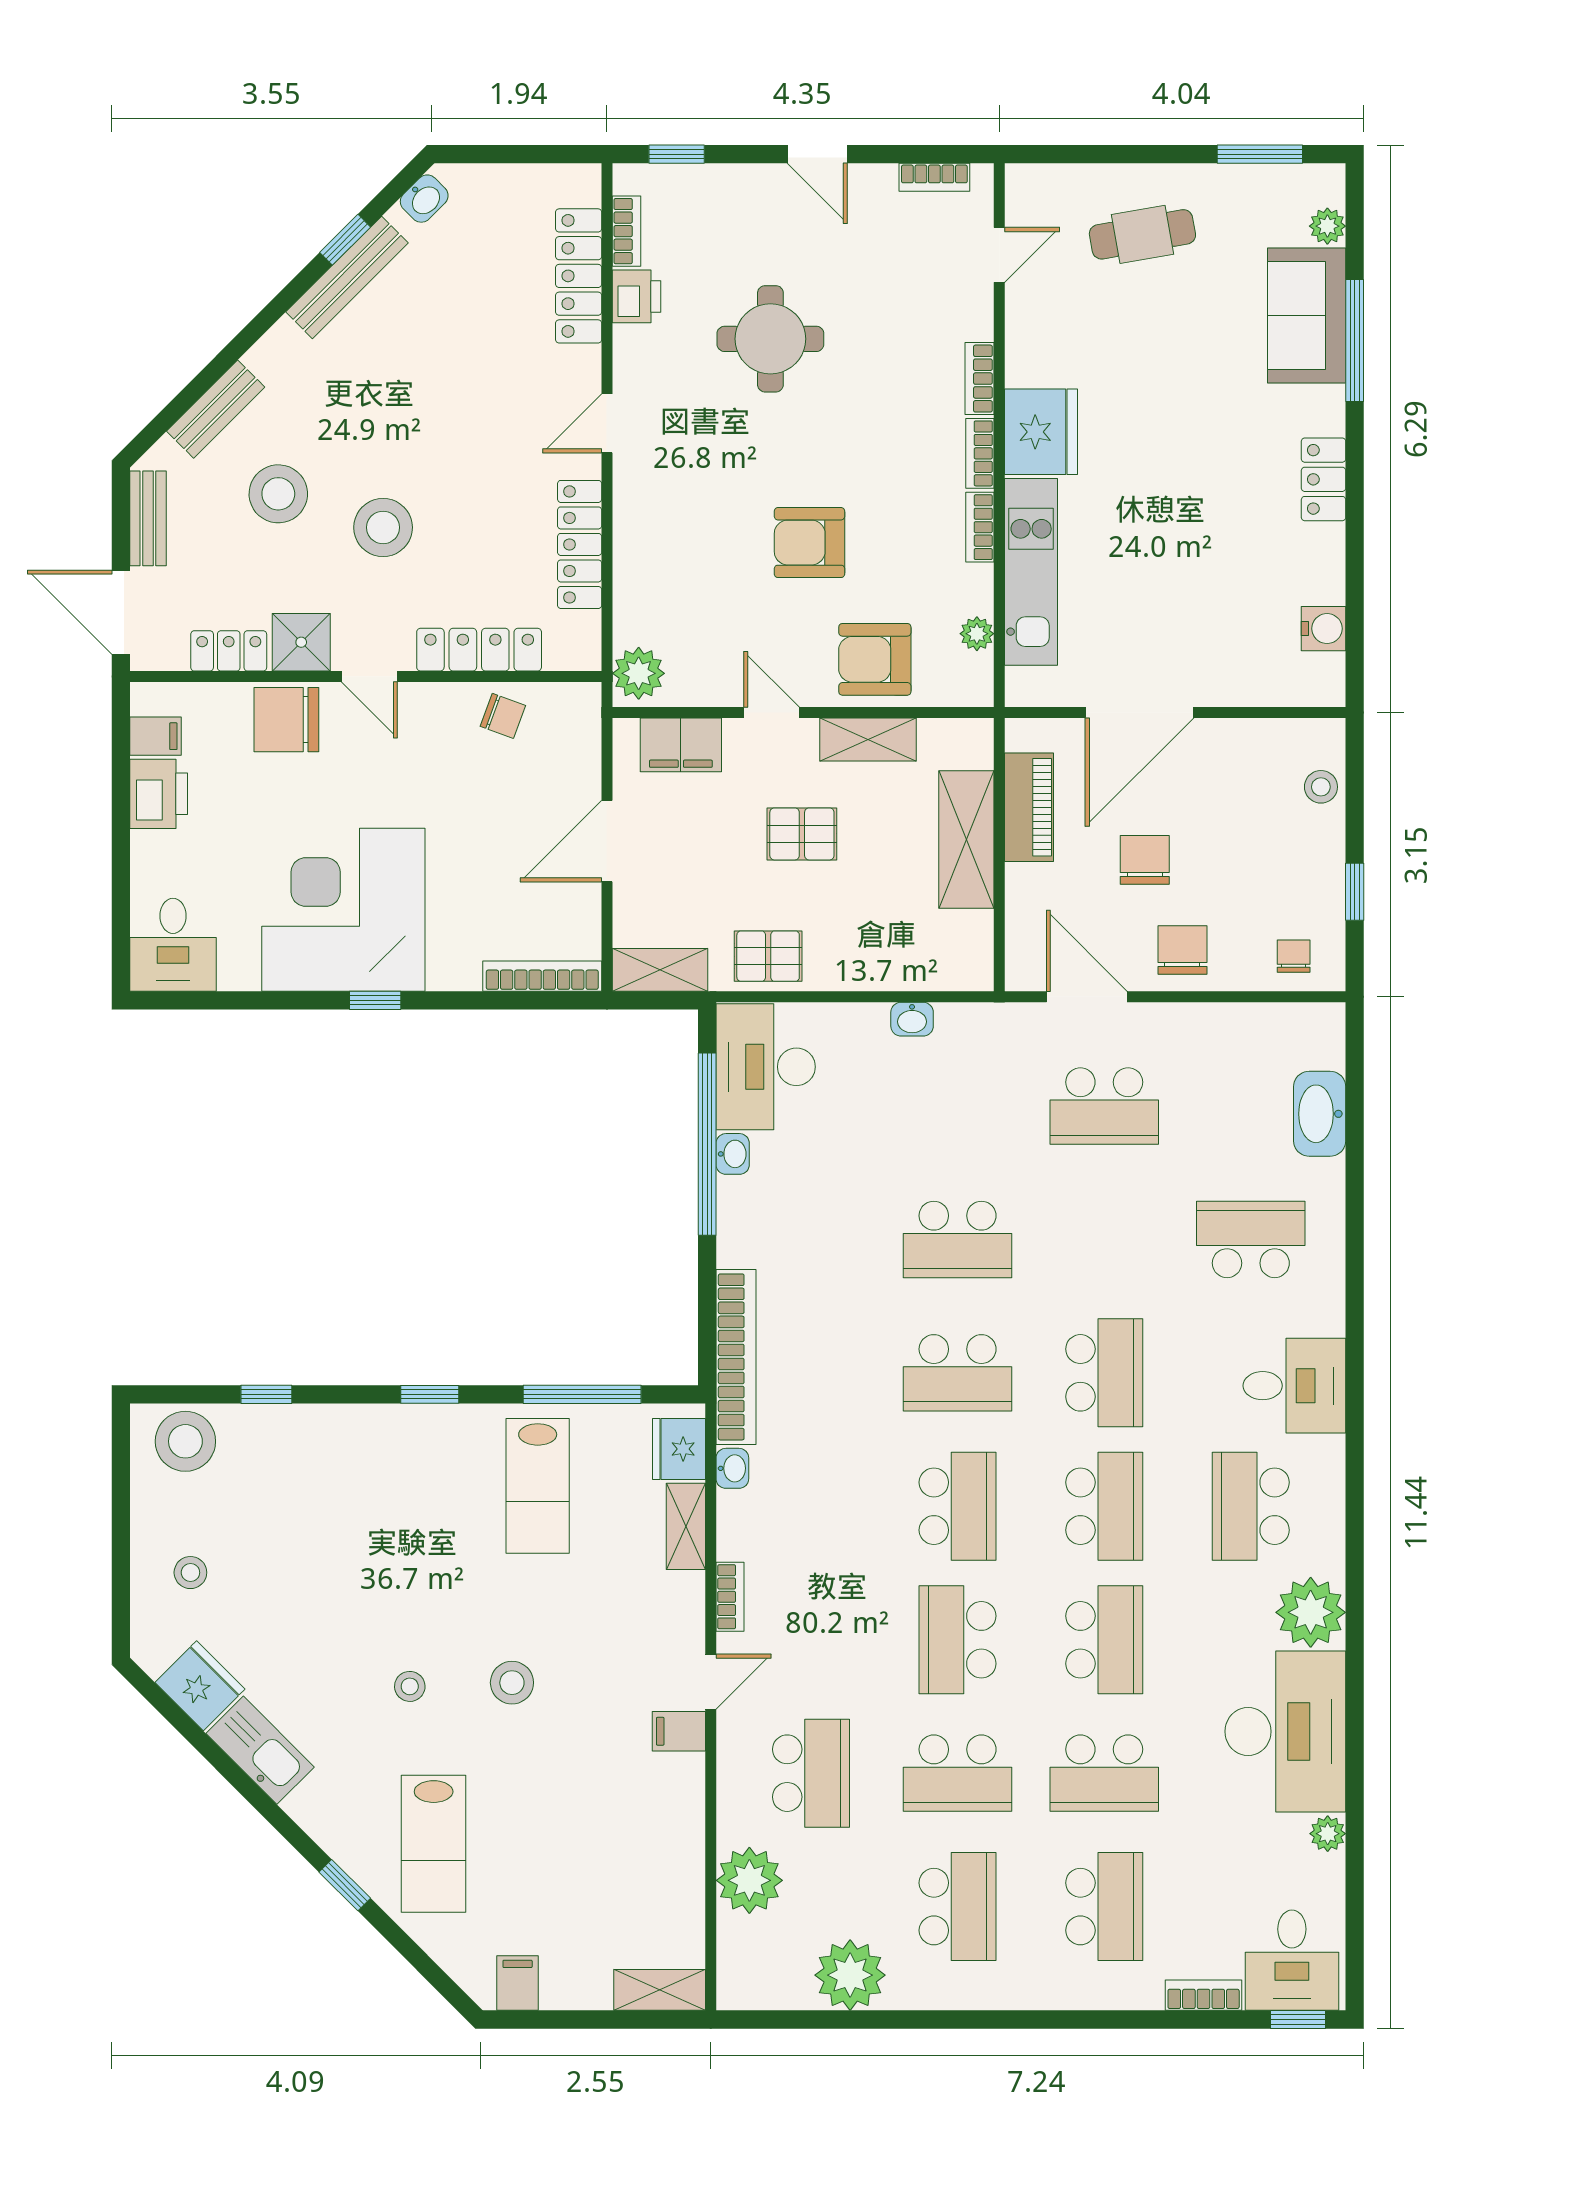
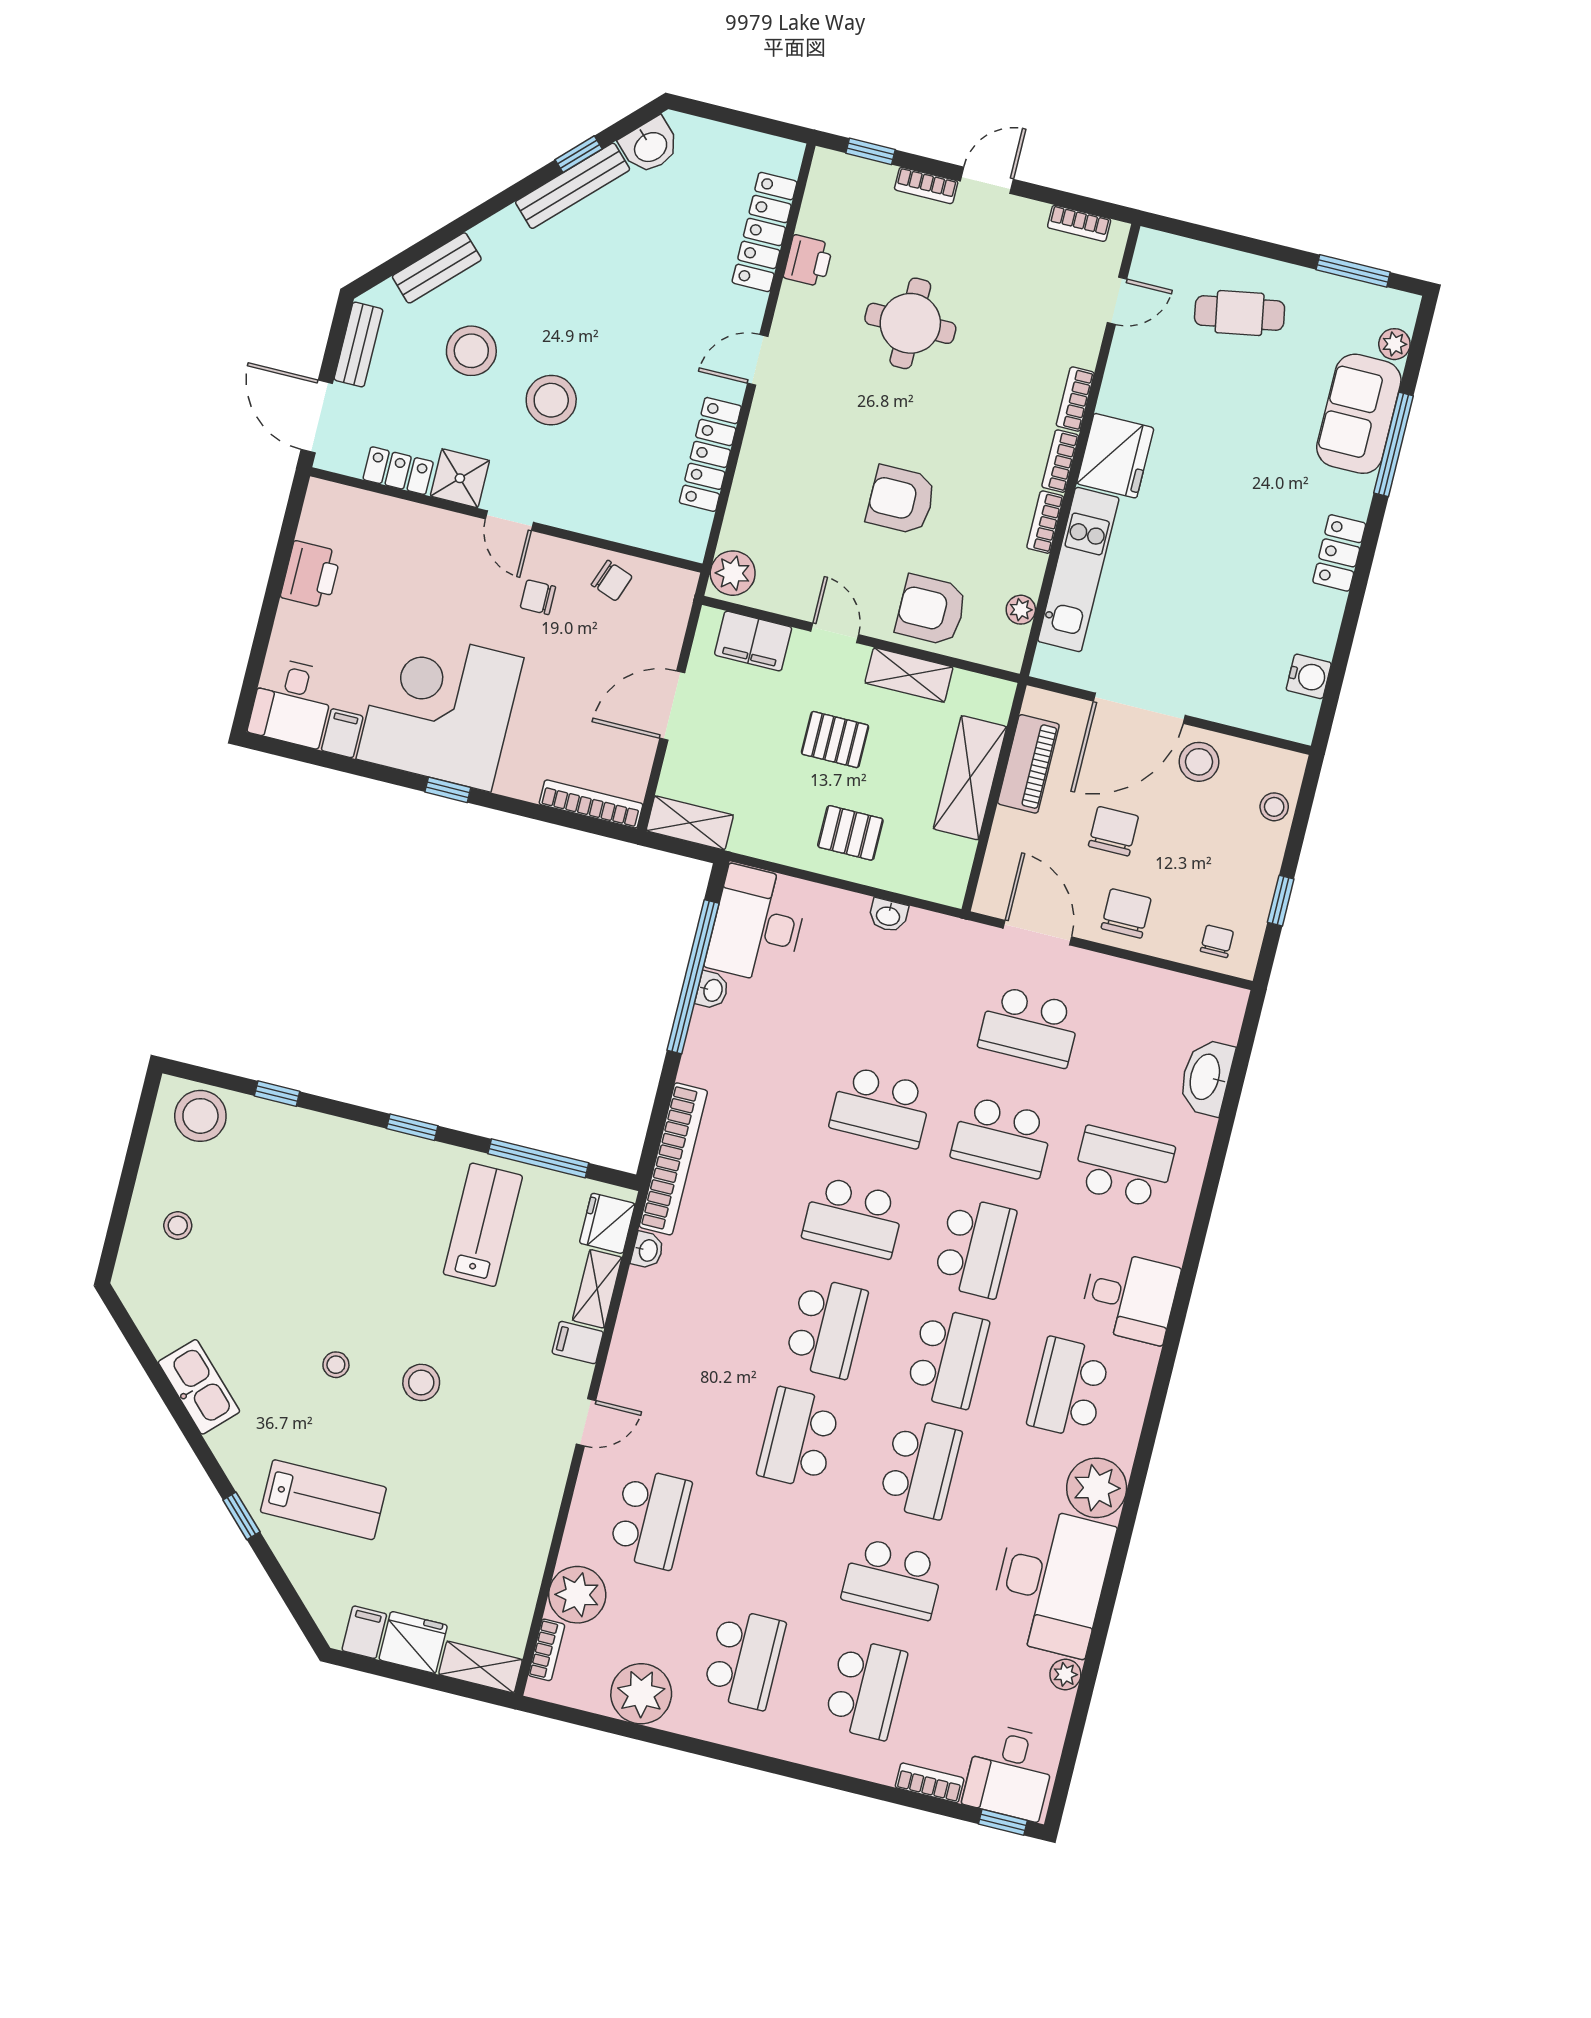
door: (817, 154) -> (987, 180), swing flipped
washbasin: (424, 199) -> (650, 146), width x1.38, depth x1.45
bookcase: (626, 231) -> (926, 185), moved, turned 90
locker: (479, 650) -> (606, 521), removed
chair: (286, 720) -> (538, 597), moved, width x0.54, depth x0.54
filing cabinet: (155, 736) -> (342, 733), moved, turned -90
stool: (1223, 757) -> (1199, 762), added
pallet: (768, 956) -> (850, 833), moved
lab bench: (538, 1486) -> (483, 1225), turned 180
bookcase: (730, 1597) -> (547, 1650), moved
fridge: (200, 1686) -> (413, 1642), moved, turned -45
filing cabinet: (679, 1731) -> (578, 1343), moved
school desk: (958, 1773) -> (1002, 1137), moved
lab bench: (434, 1844) -> (323, 1500), turned -90

